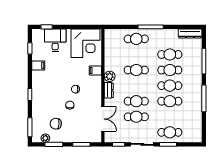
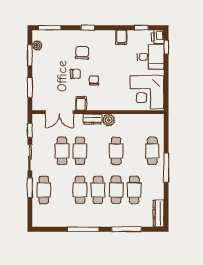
printer: (38, 34) -> (158, 37), added
filing cabinet: (95, 70) -> (81, 103), moved
chair: (56, 124) -> (82, 53), moved

